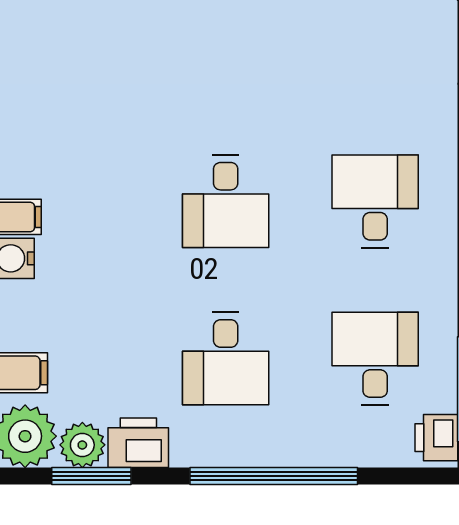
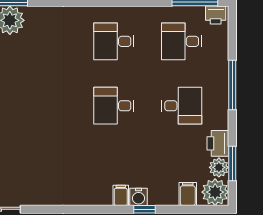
desk: (226, 201) -> (114, 106), turned 180
window: (274, 476) -> (232, 85), width x0.68

